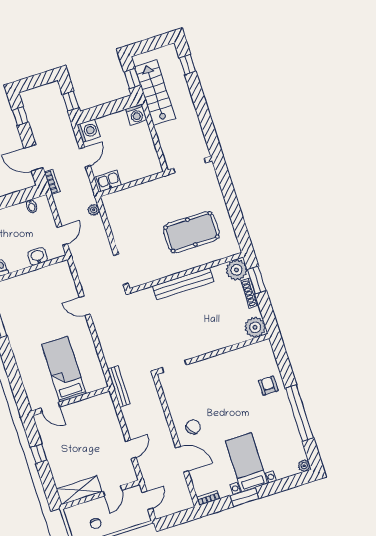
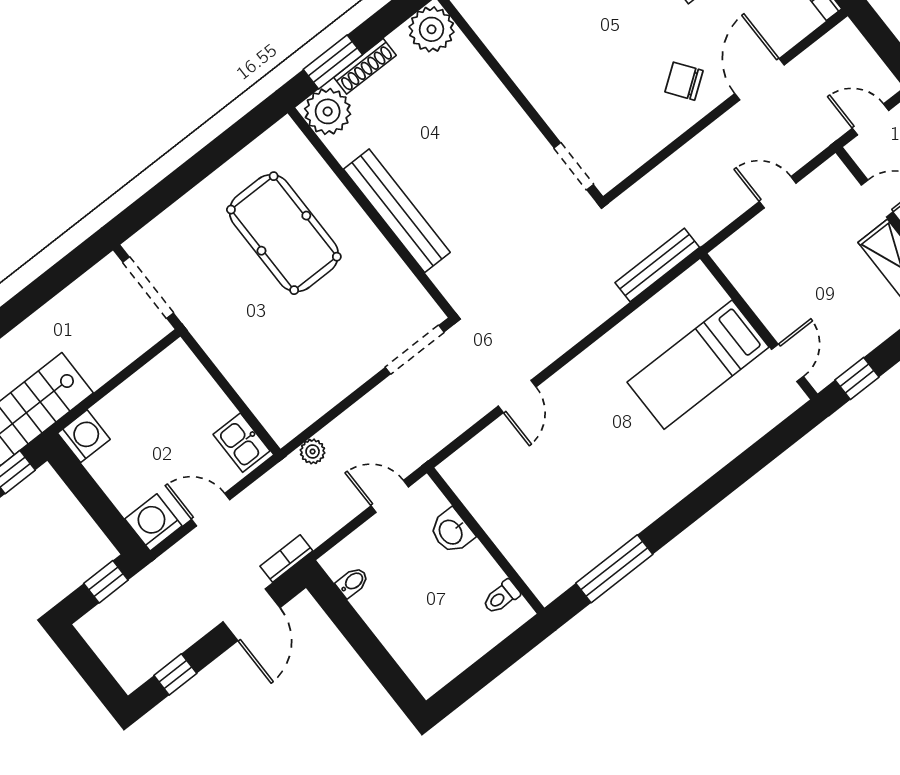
bed: (64, 369) -> (698, 365), moved
wall: (71, 401) -> (759, 326), moved
door: (50, 408) -> (788, 363), moved

